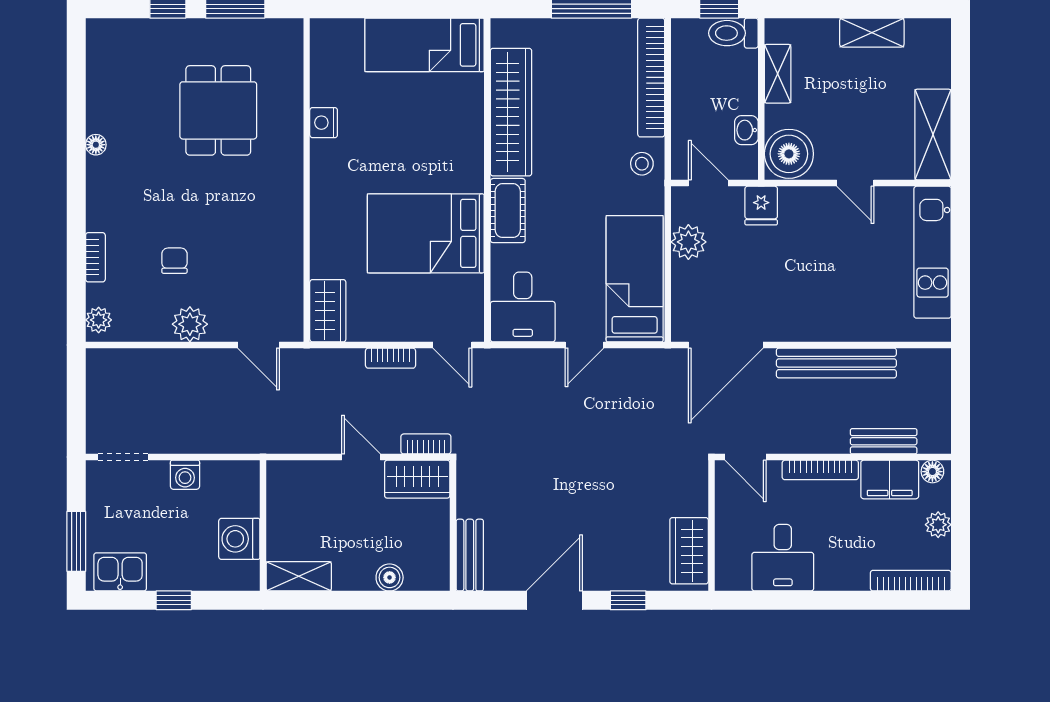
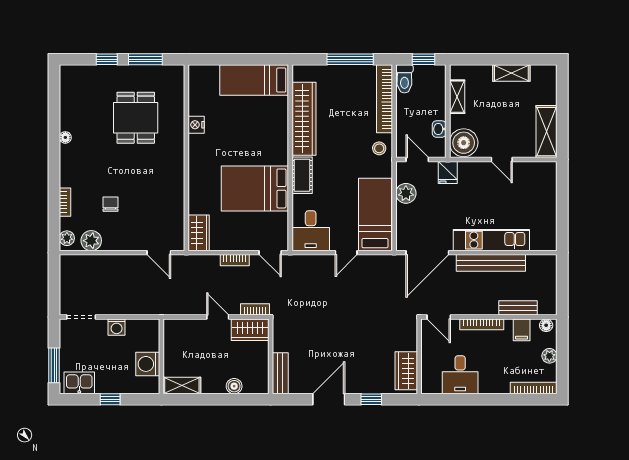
toilet: (733, 33) -> (404, 79), moved, turned -90
kitchen unit: (933, 252) -> (491, 240), moved, turned 90
plant: (190, 324) -> (91, 241), moved
filing cabinet: (890, 479) -> (522, 330), width x0.50

